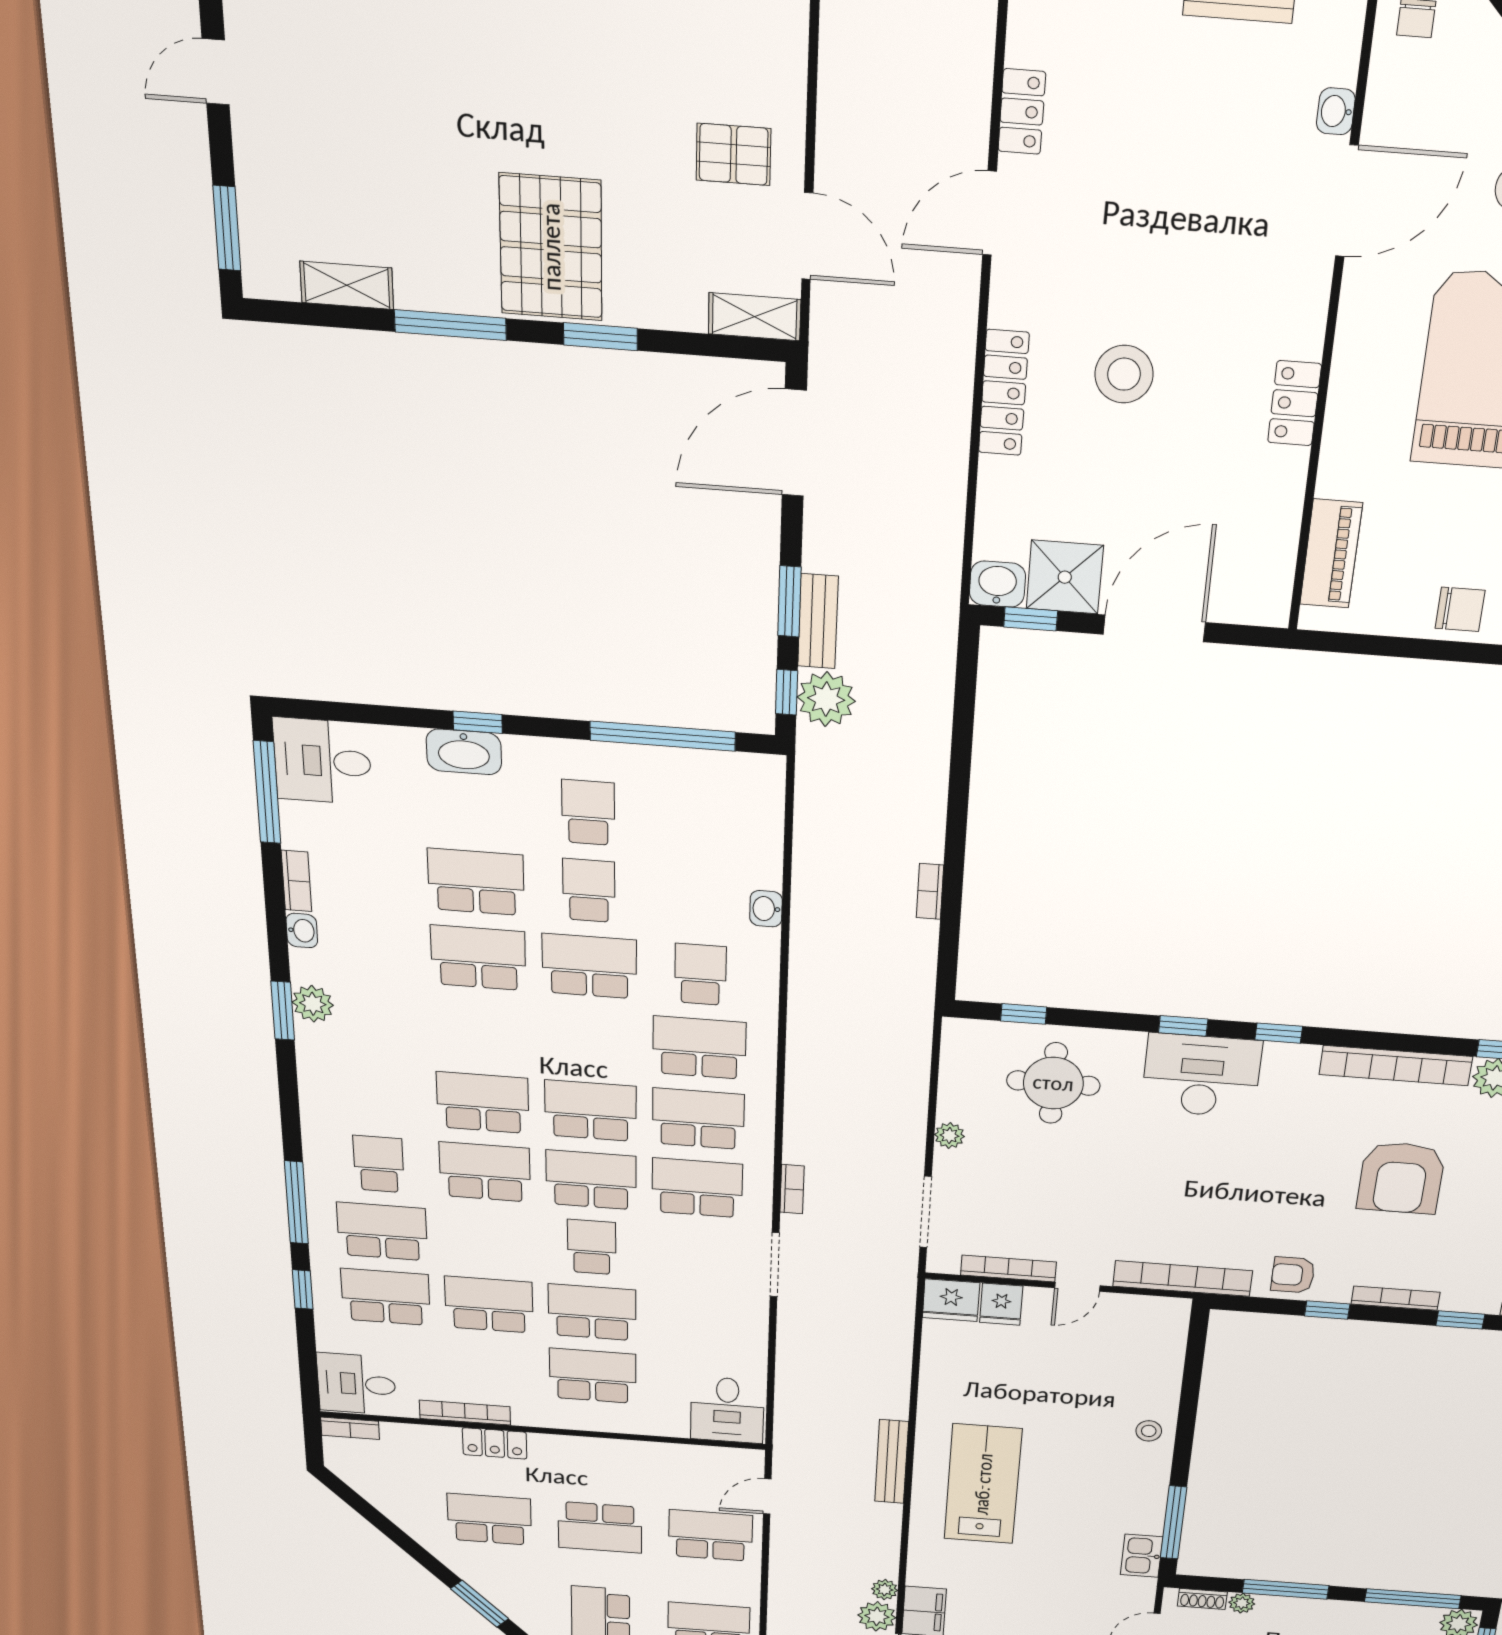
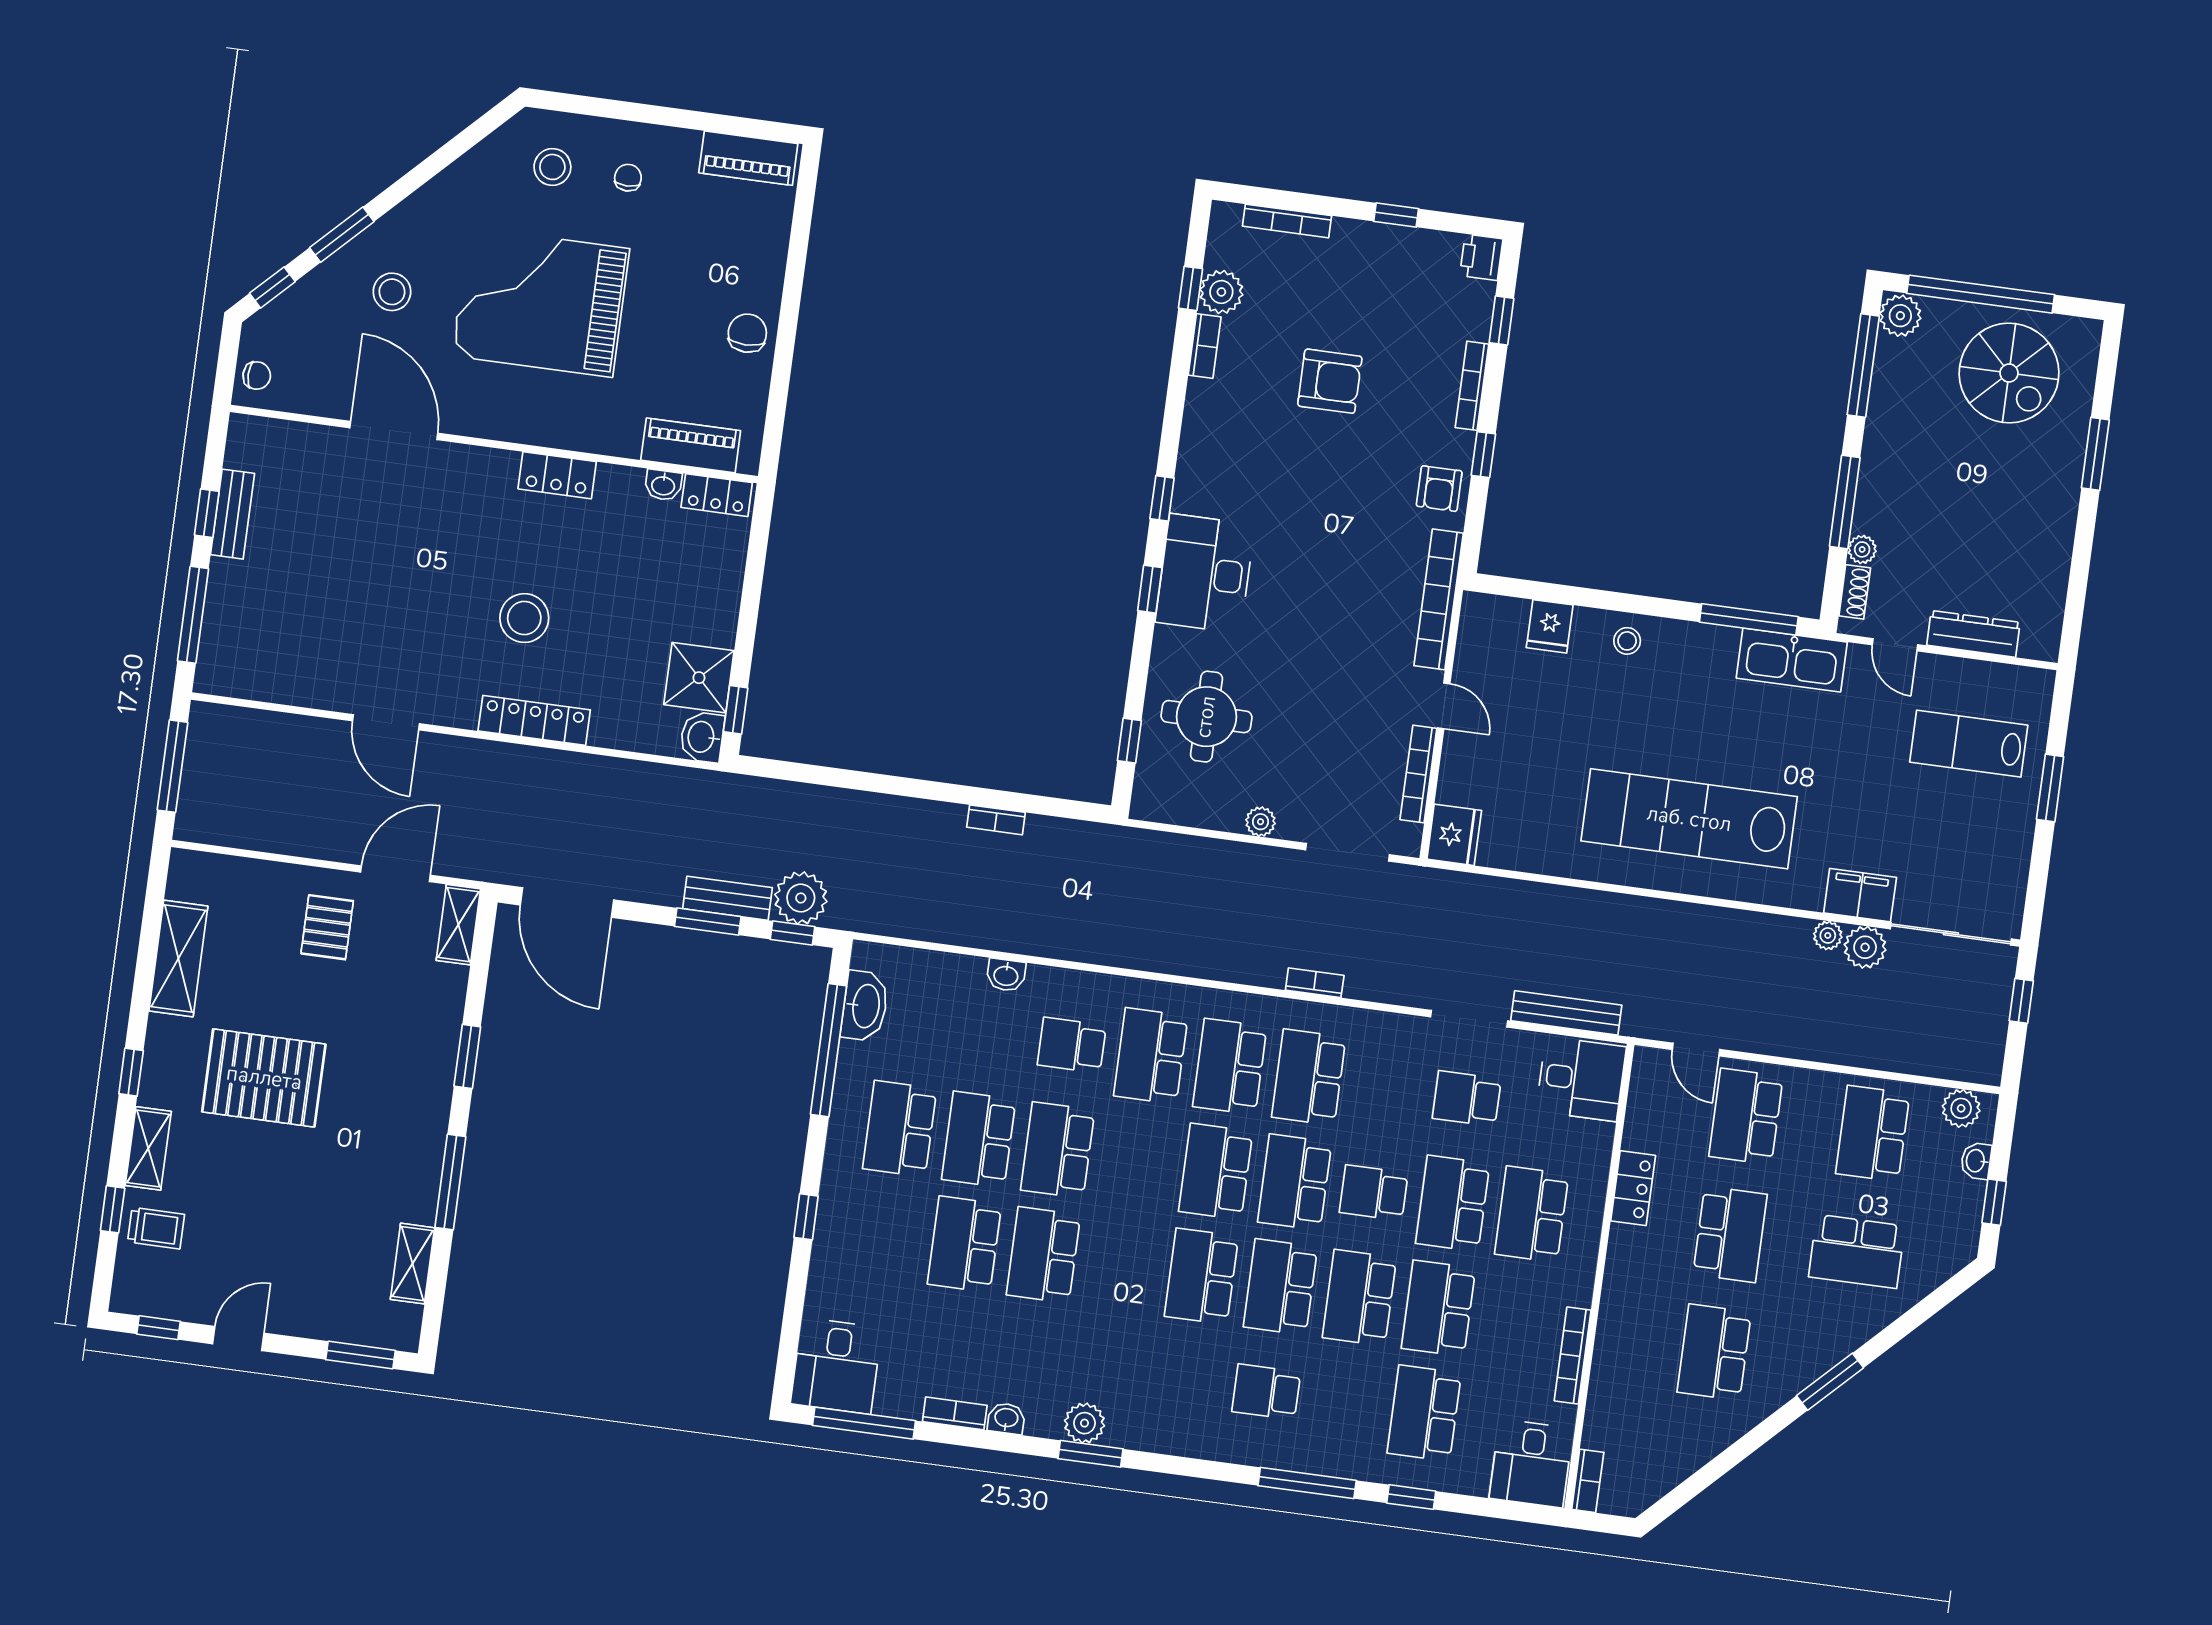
door: (216, 72) -> (238, 1338), swing flipped
washbasin: (1336, 111) -> (663, 485), moved
locker: (1022, 112) -> (717, 495), moved, turned 180
pallet: (551, 247) -> (264, 1078), moved
door: (1154, 628) -> (750, 601), removed
washbasin: (464, 752) -> (865, 1006), moved
school desk: (588, 812) -> (900, 1129), width x1.85
school desk: (589, 890) -> (979, 1139), width x1.85
bookcase: (1396, 1065) -> (1205, 346), width x0.43, depth x0.76
armchair: (1401, 1178) -> (1330, 381), width x0.73, depth x0.73
school desk: (382, 1231) -> (1359, 1298), moved
doorway: (775, 1265) -> (1469, 1019), moved
fridge: (1001, 1304) -> (1550, 626), moved, turned 90
school desk: (695, 1320) -> (1467, 1099), added
locker: (495, 1443) -> (1633, 1188), moved
bench: (892, 1462) -> (1566, 1013), moved
lab bench: (983, 1484) -> (1689, 819), width x1.36
kitchen sink: (1142, 1556) -> (1792, 660), width x1.88, depth x1.24

